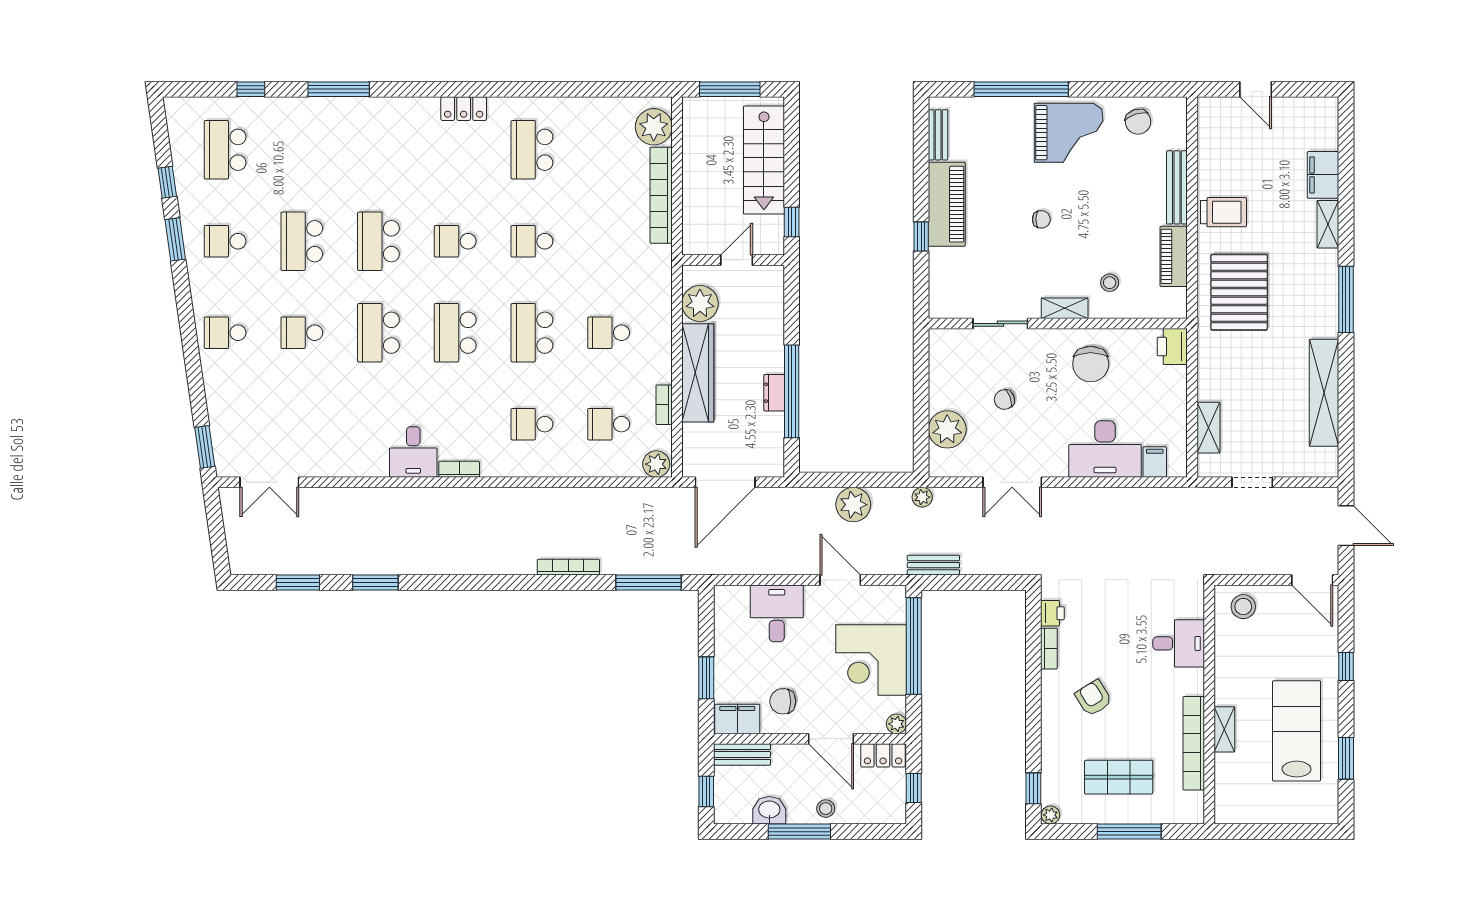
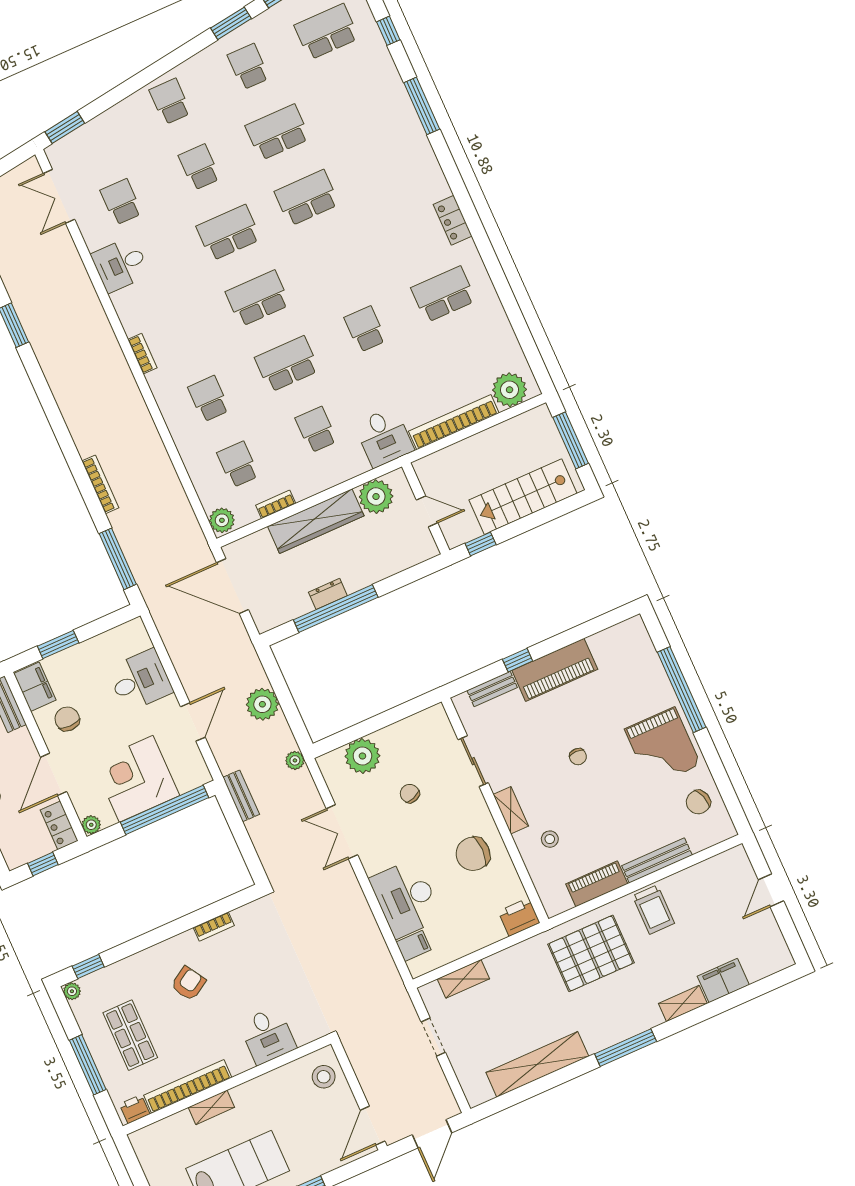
bench: (938, 135) -> (492, 689), moved
school desk: (455, 241) -> (121, 202), moved
desk: (645, 270) -> (384, 437), added
desk: (413, 452) -> (120, 265), moved
printer: (1052, 613) -> (135, 1109), moved, turned 180

